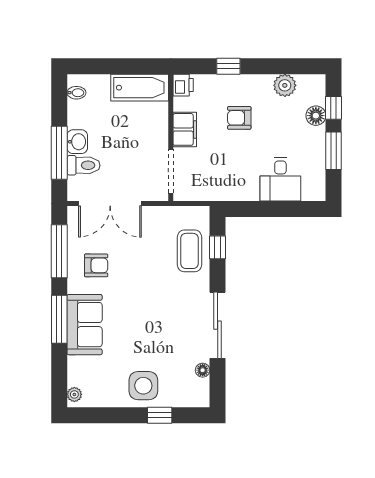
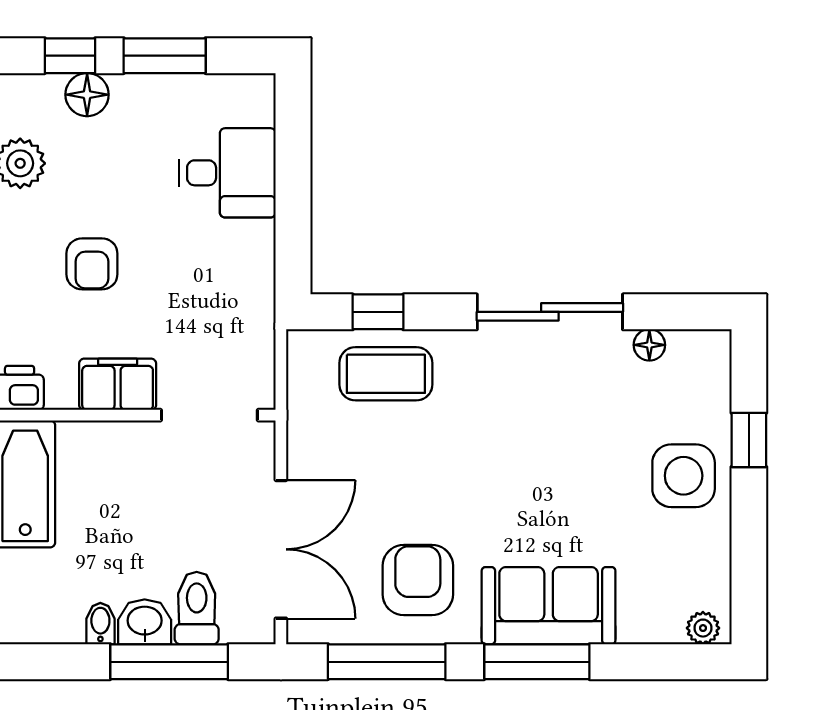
bidet: (76, 93) -> (100, 624), moved
armchair: (96, 265) -> (418, 580), width x1.38, depth x1.38

